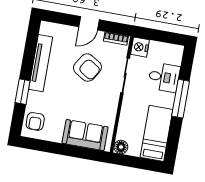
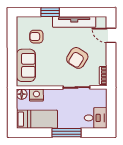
door: (89, 23) -> (111, 35), moved
nightstand: (140, 47) -> (36, 95), moved
desk: (164, 77) -> (96, 118), moved, turned -90
armchair: (35, 121) -> (36, 37), moved

